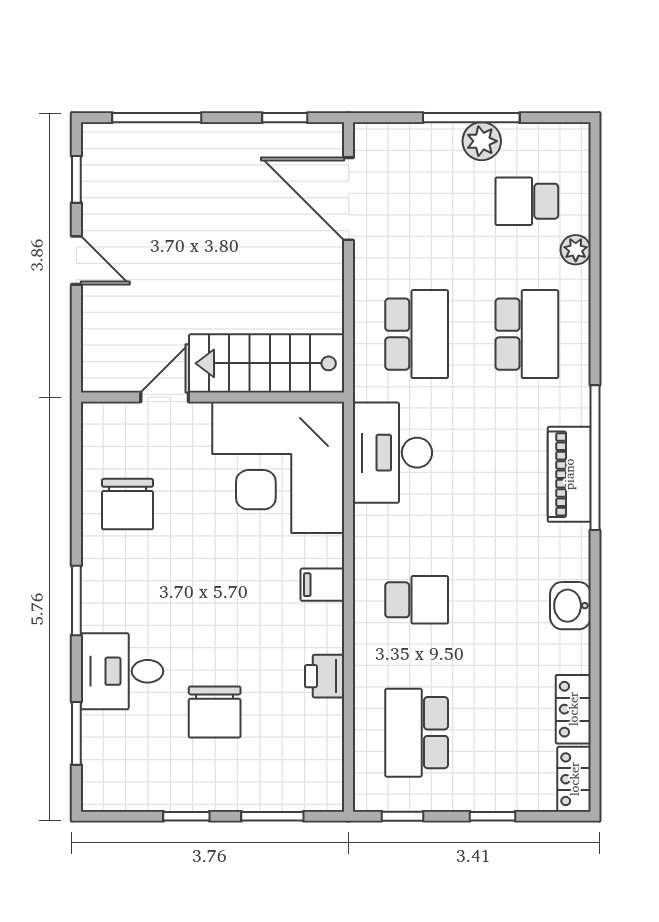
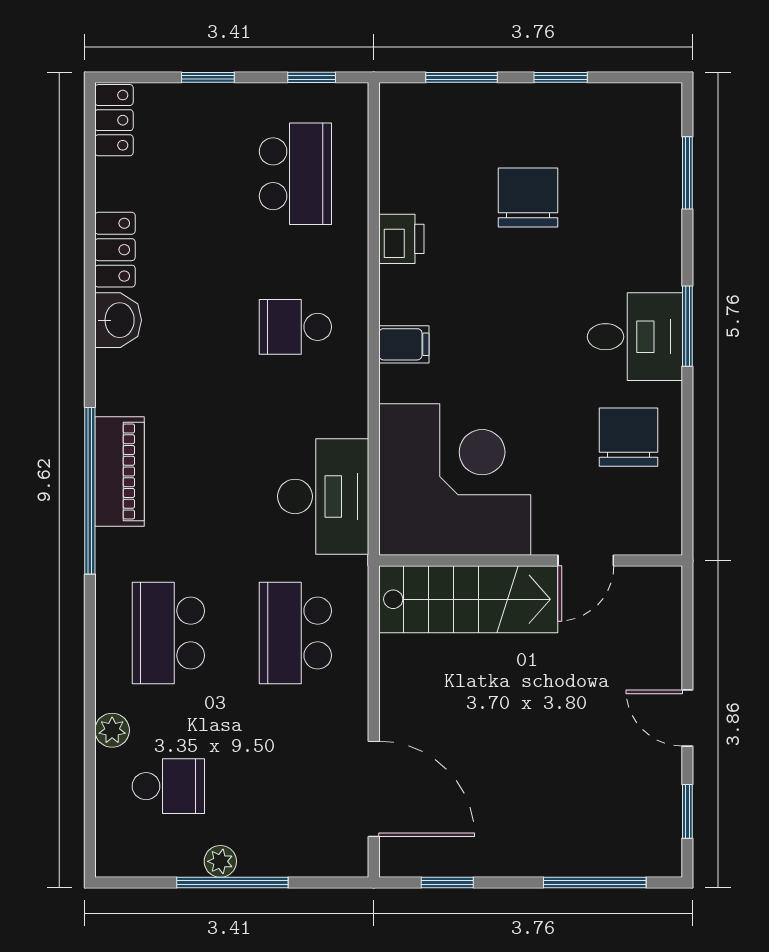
plant: (482, 141) -> (220, 861), width x0.73, depth x0.73
desk: (122, 671) -> (635, 337), moved
locker: (573, 709) -> (115, 250), moved

